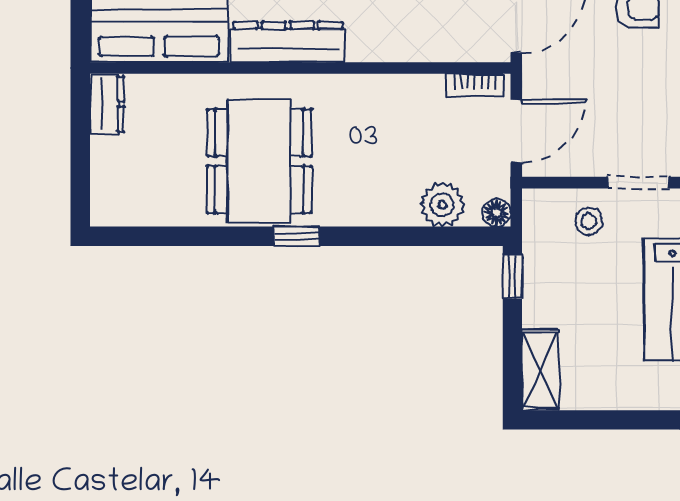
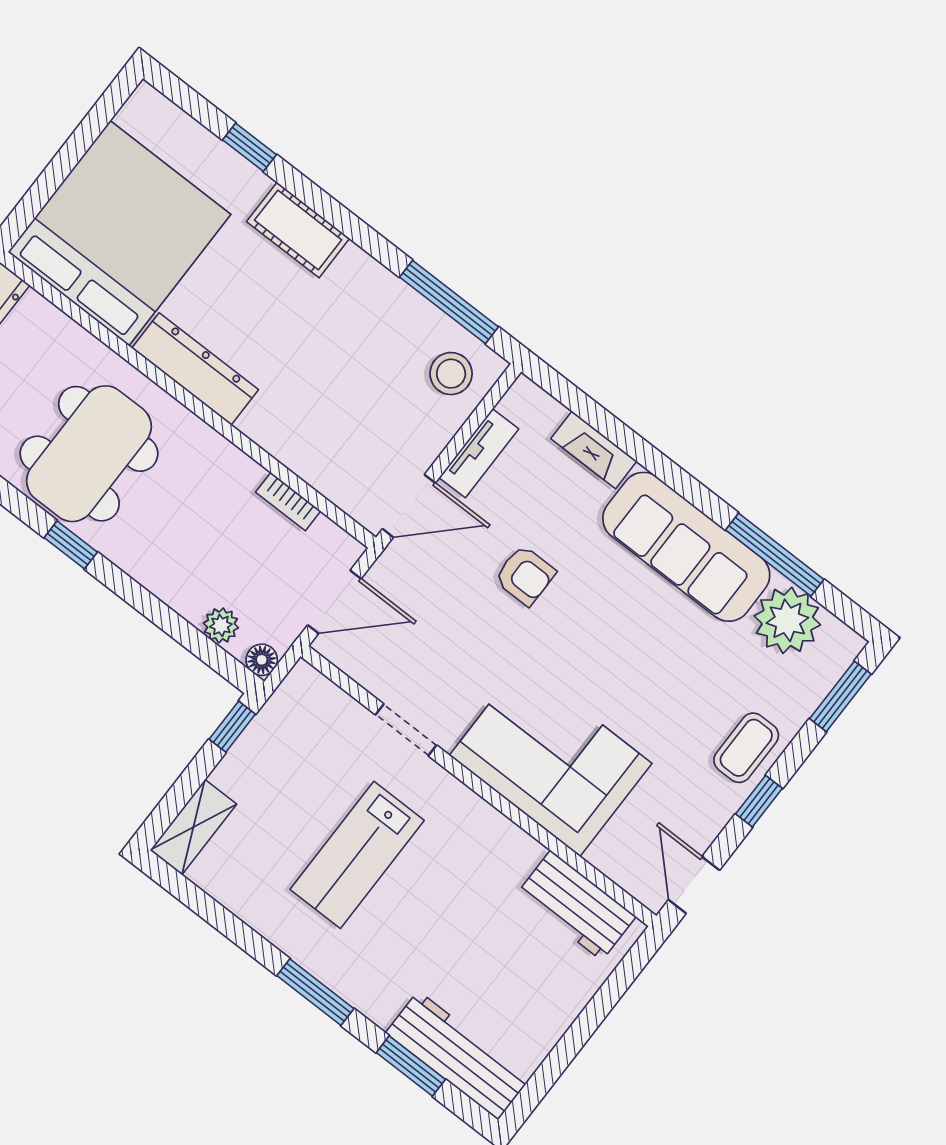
bookcase: (475, 85) -> (288, 502), moved
plant: (442, 205) -> (221, 625), width x0.73, depth x0.73
stool: (589, 221) -> (337, 730), removed

